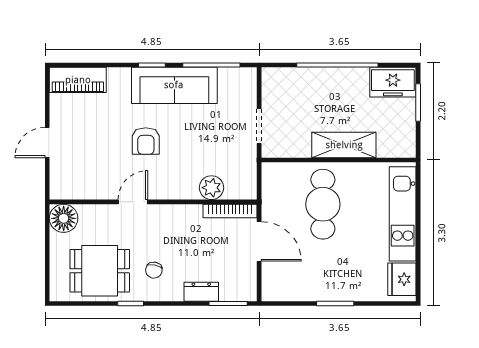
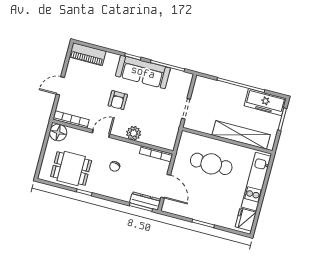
freezer: (393, 82) -> (265, 102), width x1.40
shelving: (344, 145) -> (241, 135), width x1.47
plant: (211, 188) -> (134, 133), moved
bookcase: (79, 192) -> (71, 120), added
cafe table: (323, 204) -> (211, 164), turned 90
door: (259, 241) -> (166, 186), moved
chair: (154, 270) -> (115, 166), moved
dresser: (201, 292) -> (145, 201), moved, width x1.44

